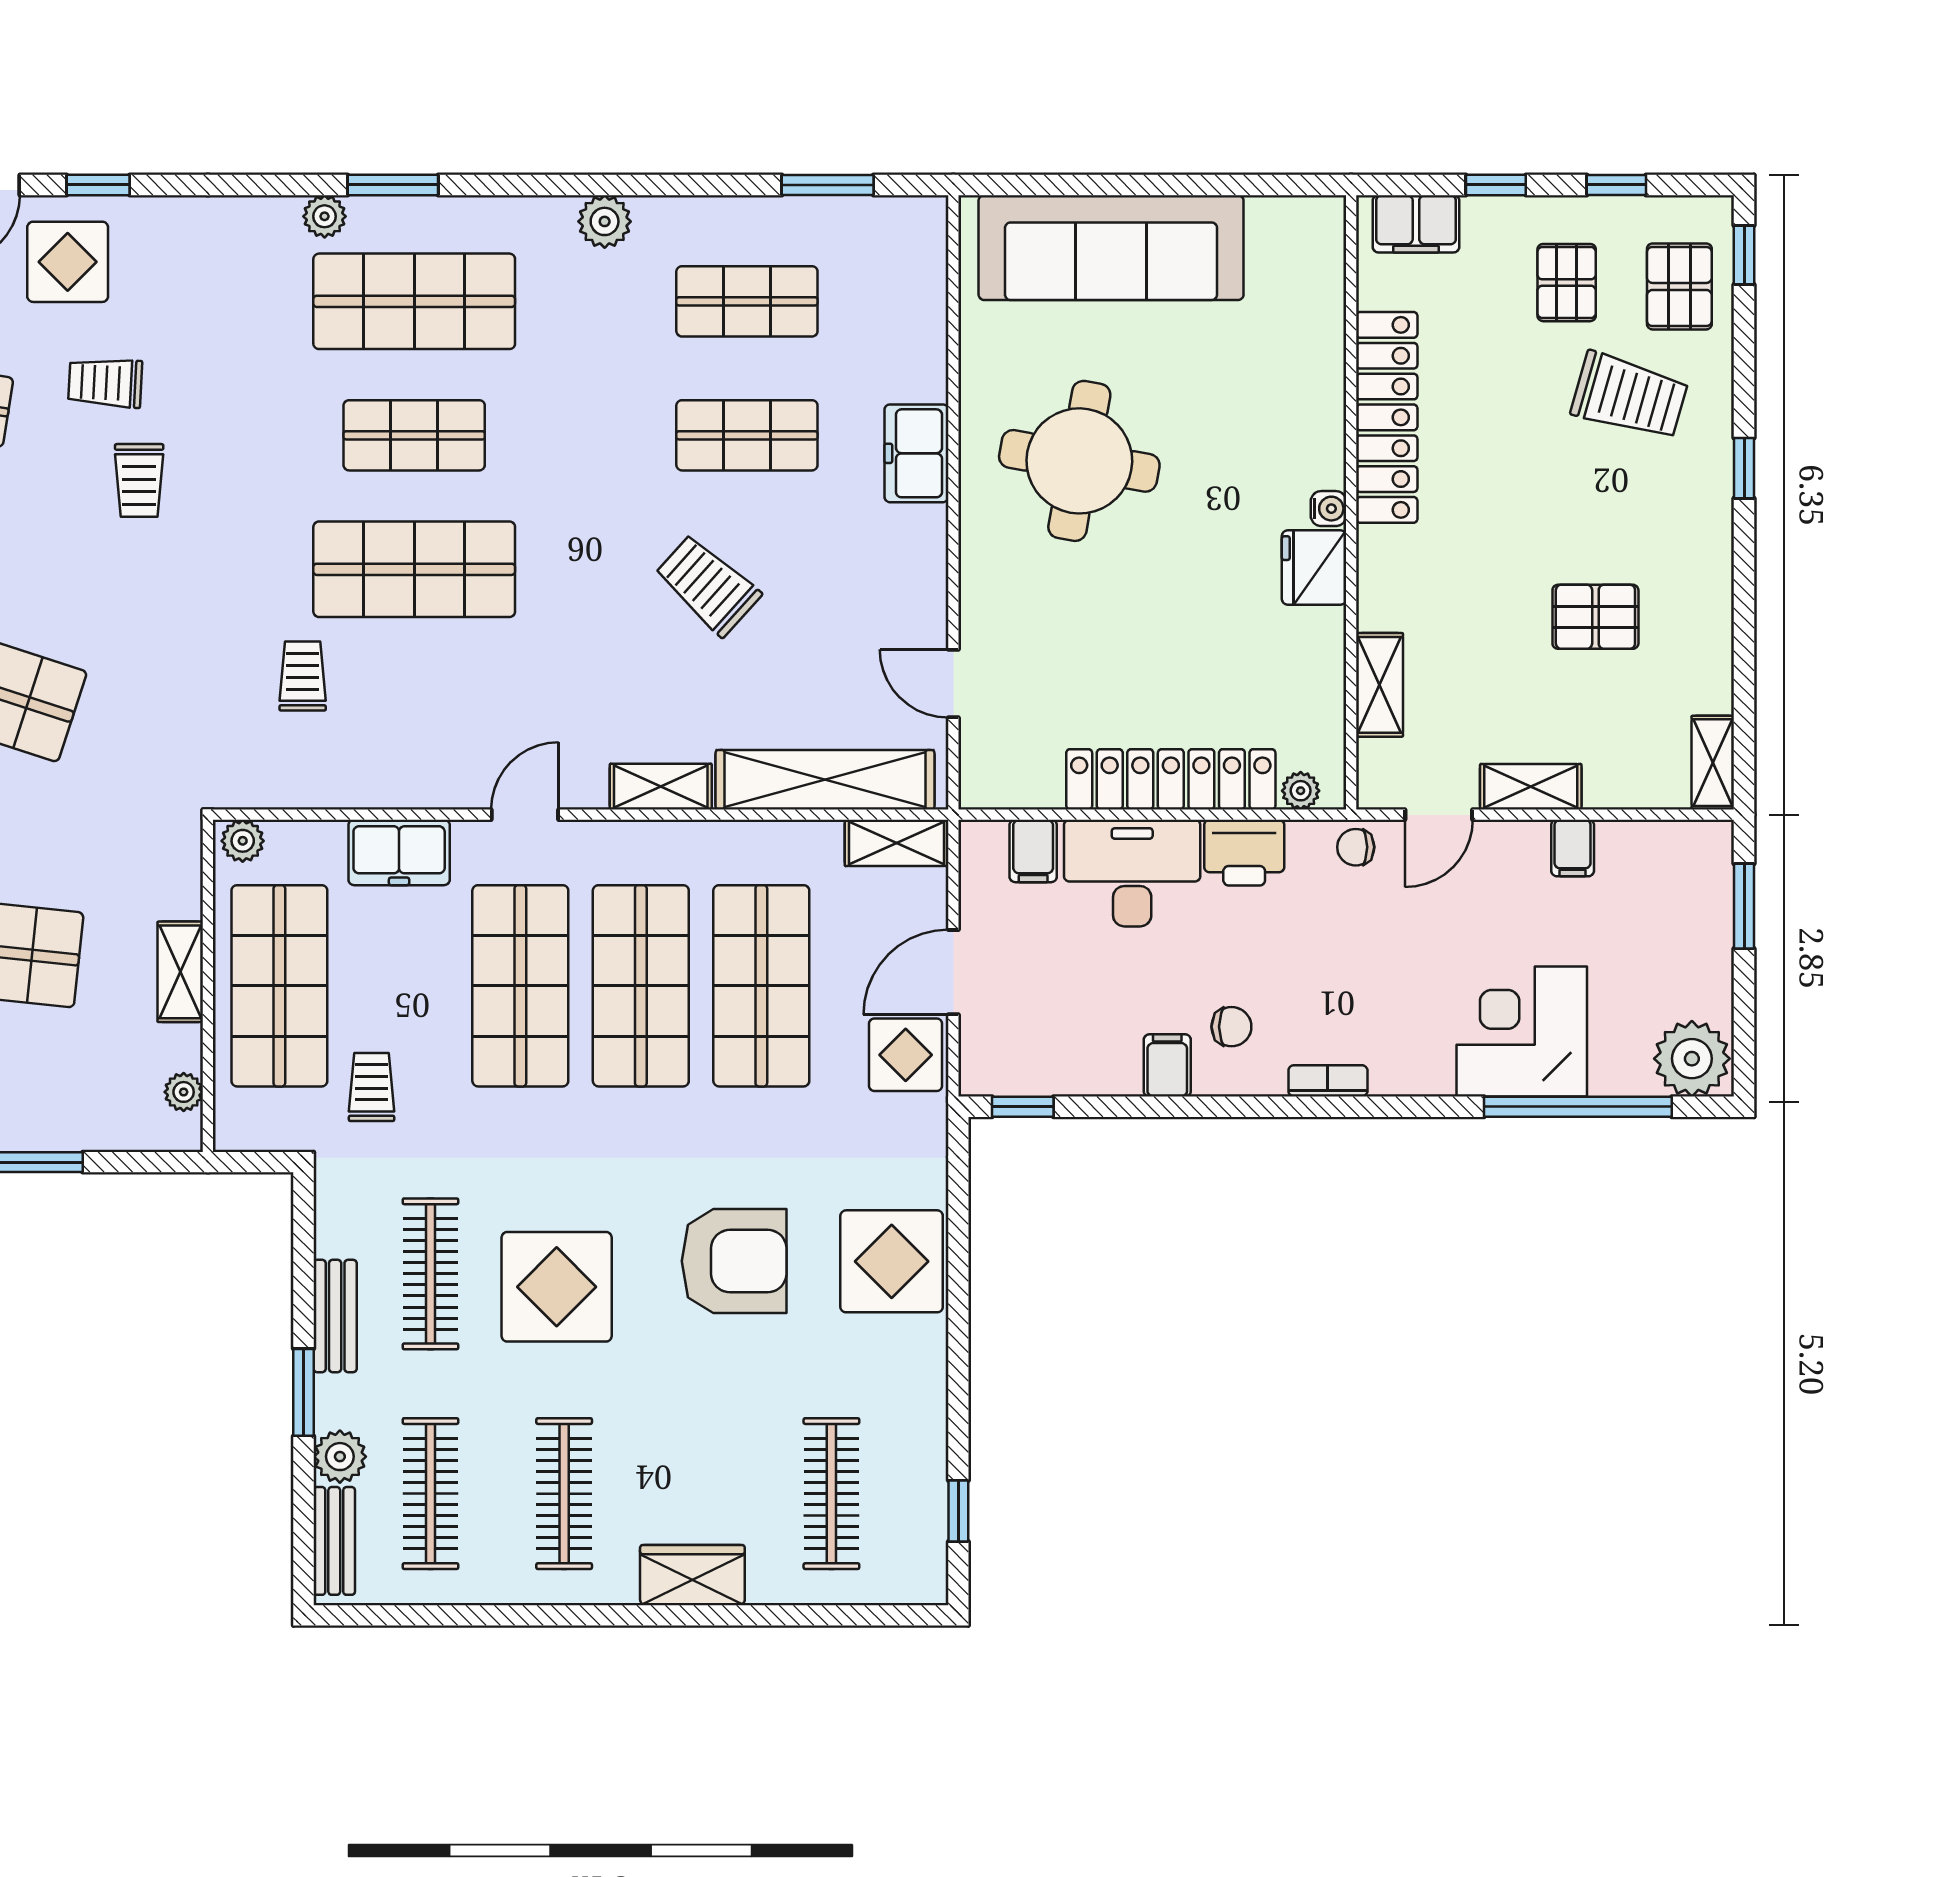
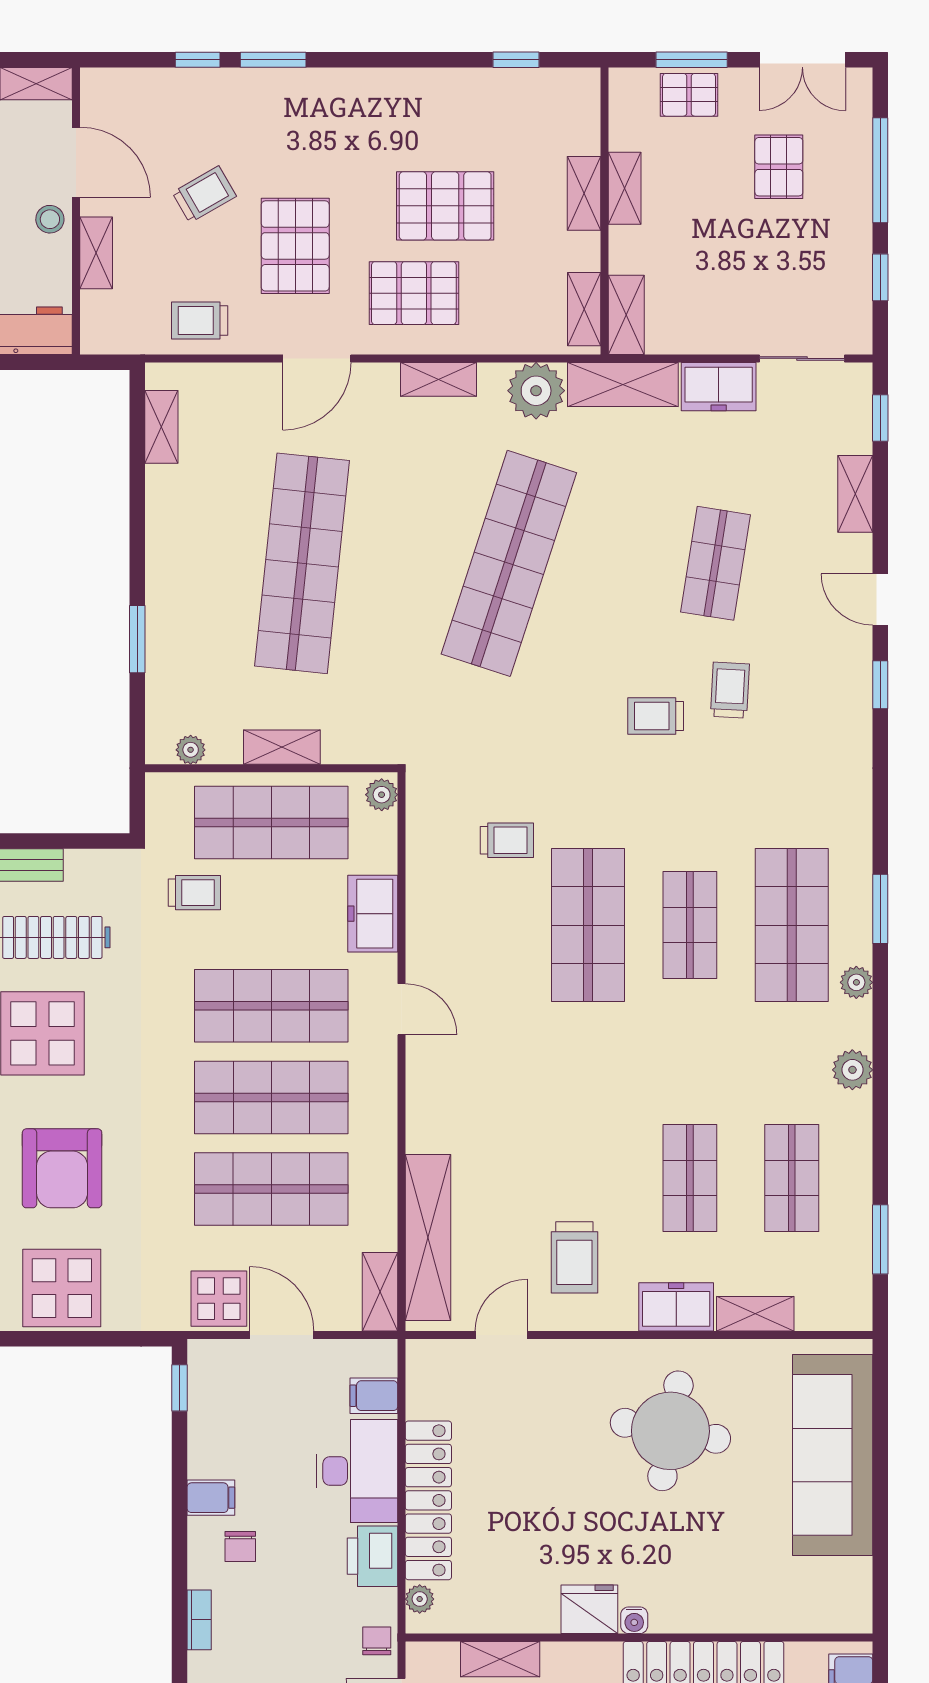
plant: (325, 216) -> (856, 982), moved
display table: (68, 262) -> (822, 662), removed
trolley: (708, 585) -> (574, 1257), moved, turned 138
shelving: (661, 787) -> (755, 1314), moved, turned 90

